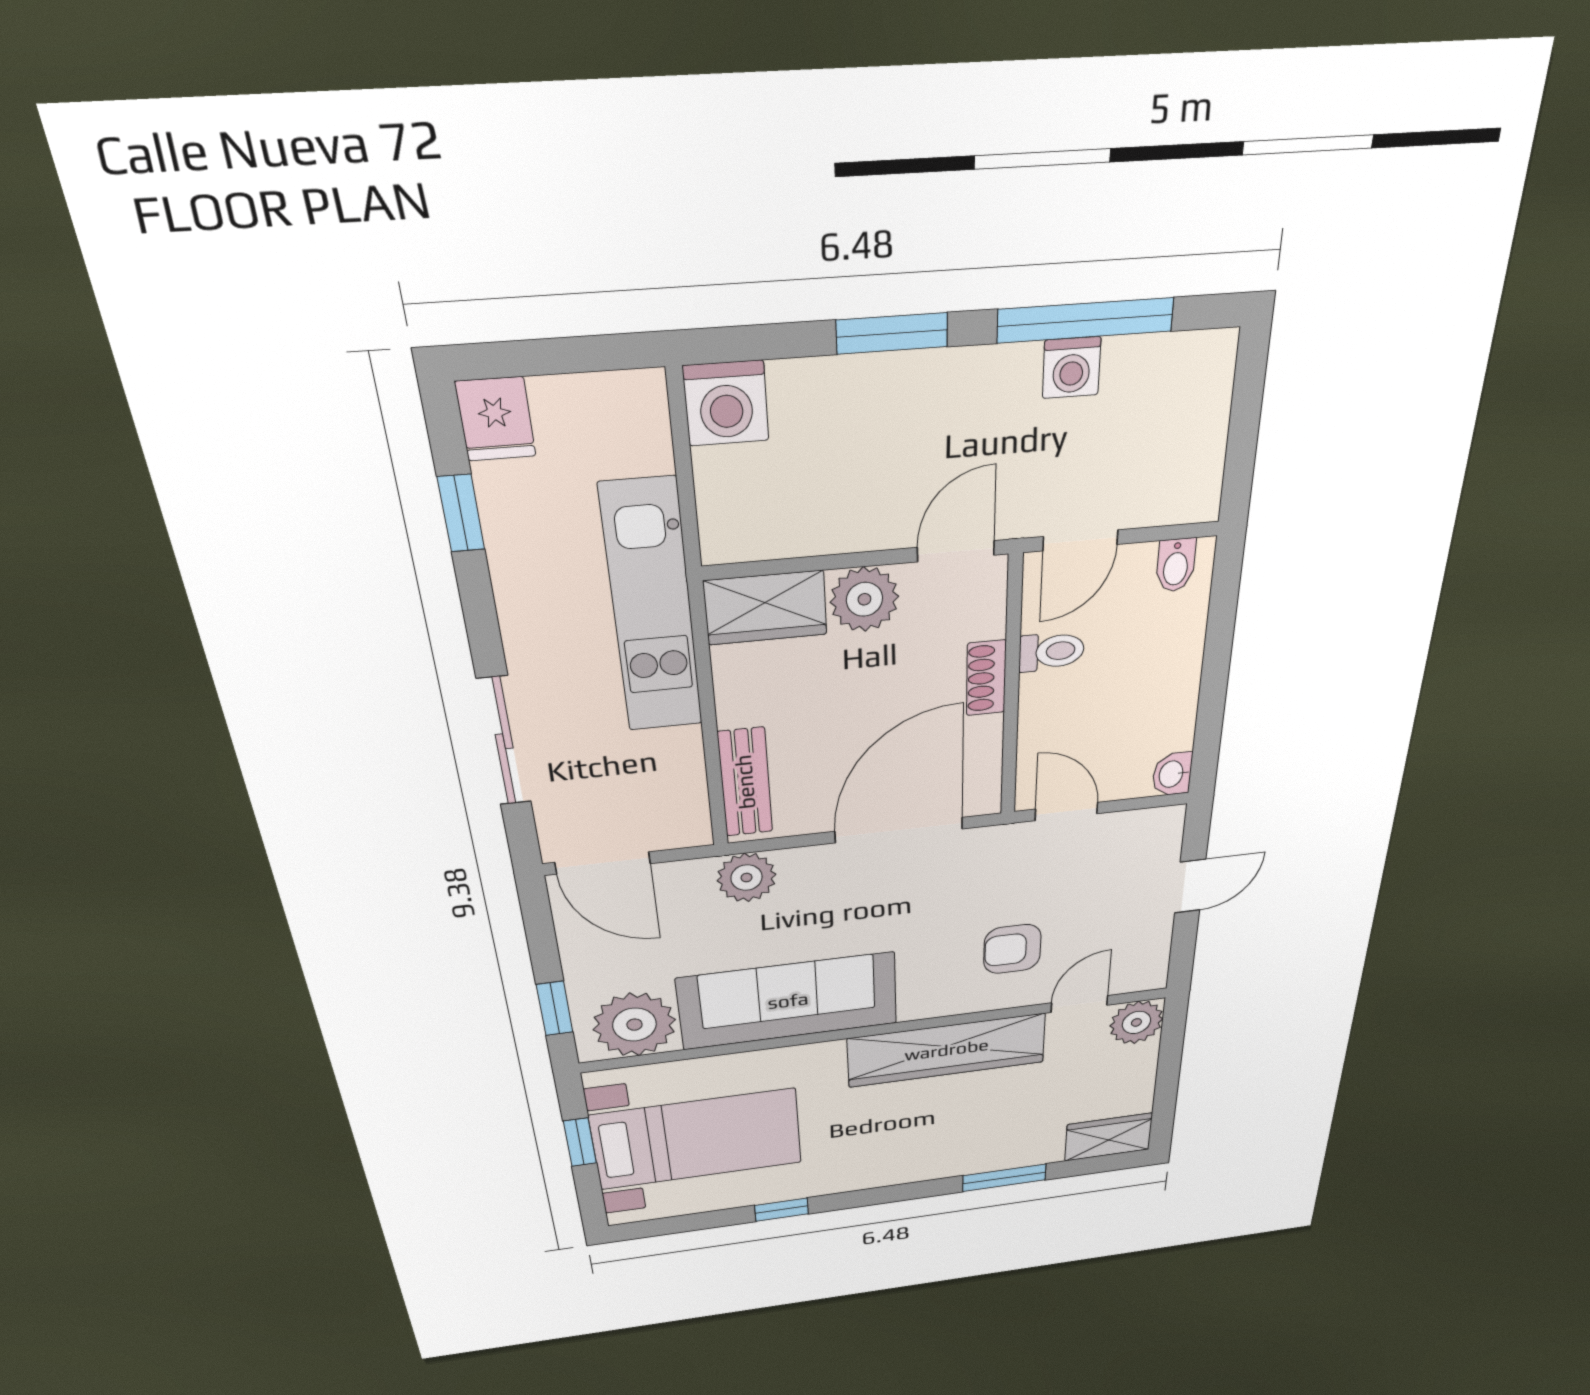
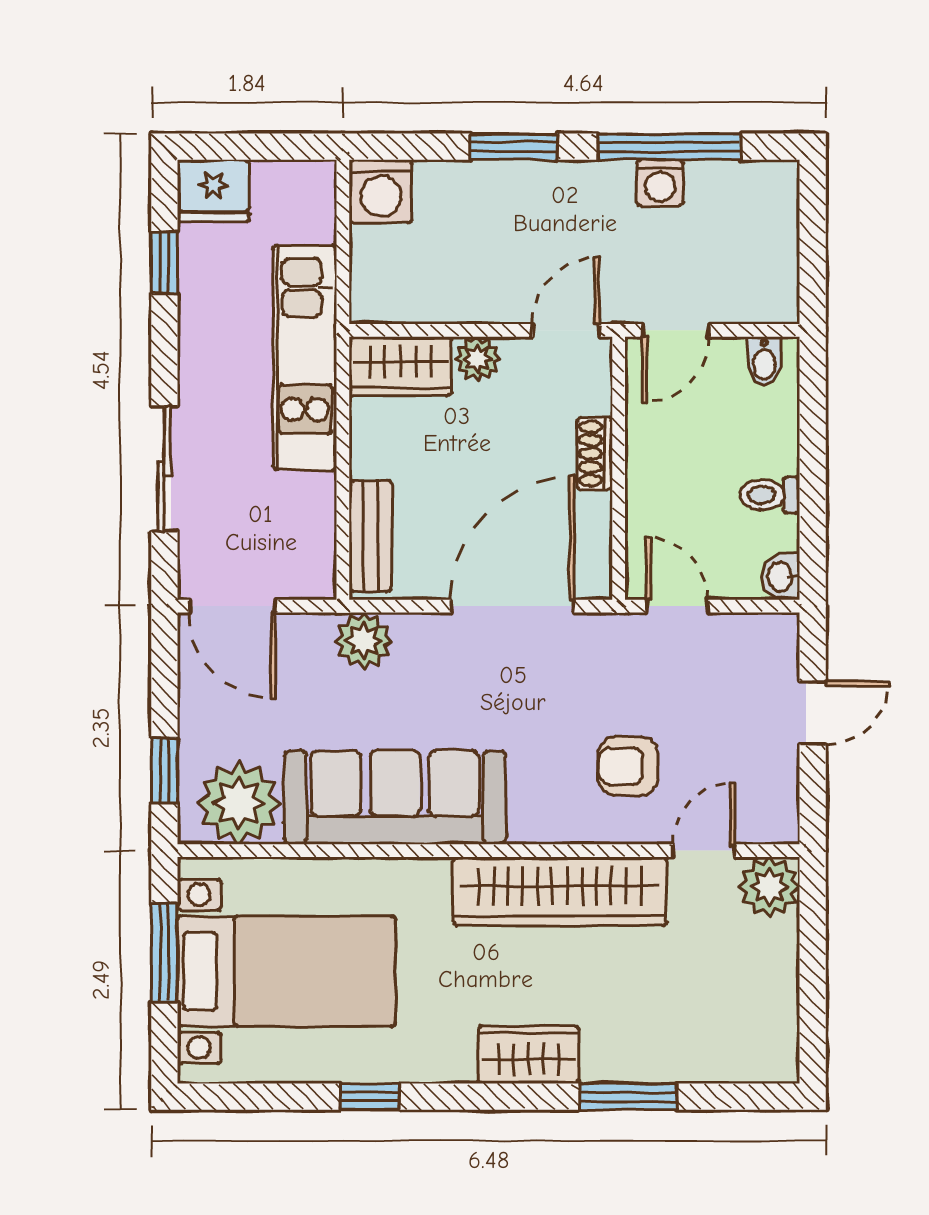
fridge: (496, 419) -> (213, 190), width x1.38
plant: (864, 599) -> (478, 358), width x0.73, depth x0.73
toilet: (1052, 652) -> (770, 495), moved, turned 180
wardrobe: (1109, 1137) -> (529, 1055), moved
window: (580, 1142) -> (164, 953), width x1.50

